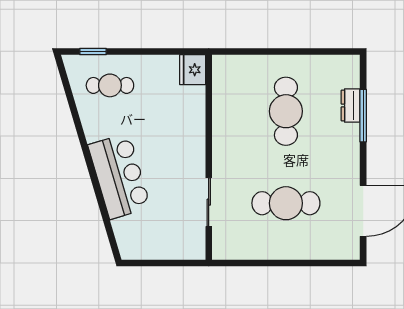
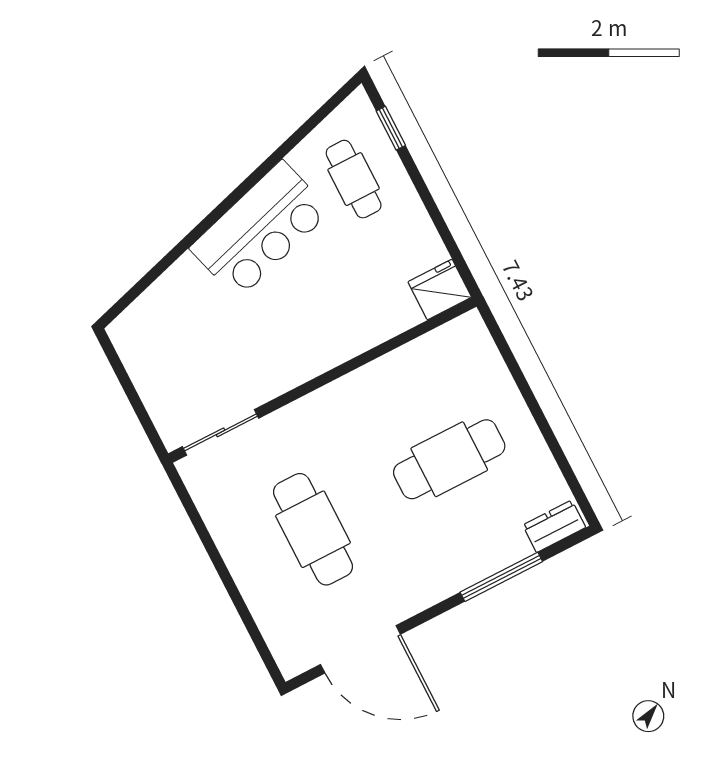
dresser: (351, 106) -> (554, 526), moved
bar counter: (119, 176) -> (260, 230), moved
sliding door: (209, 202) -> (220, 432), moved

